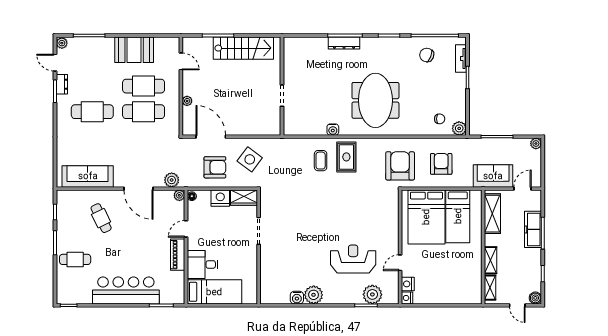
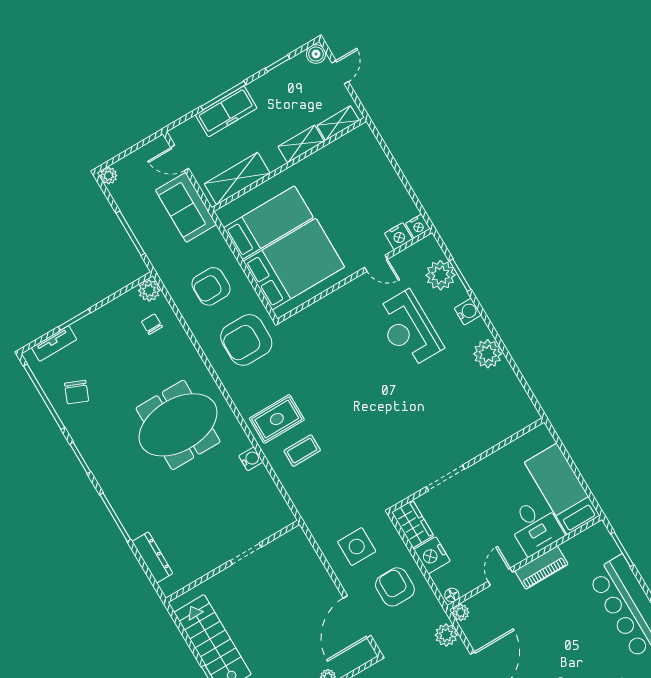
dresser: (344, 43) -> (152, 557), moved
side table: (250, 159) -> (357, 547), turned -37
door: (186, 229) -> (500, 577), swing flipped
water cooler: (297, 298) -> (468, 312), moved

